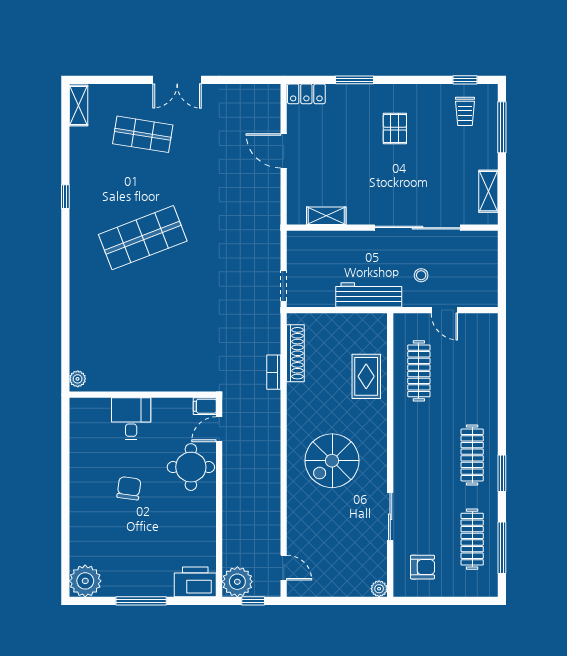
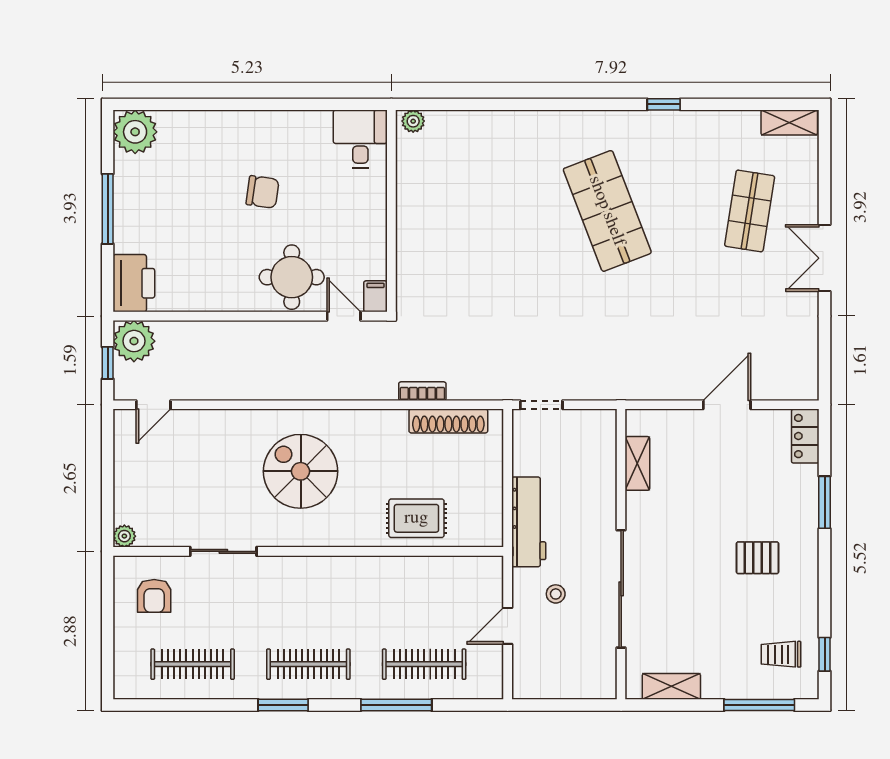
clothes rail: (419, 371) -> (424, 664), moved
desk: (131, 419) -> (360, 139), moved, turned -90
window: (502, 548) -> (396, 705), moved

